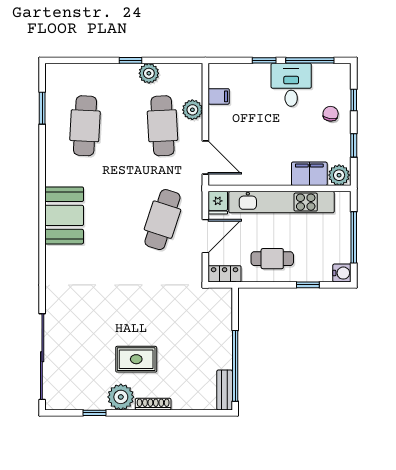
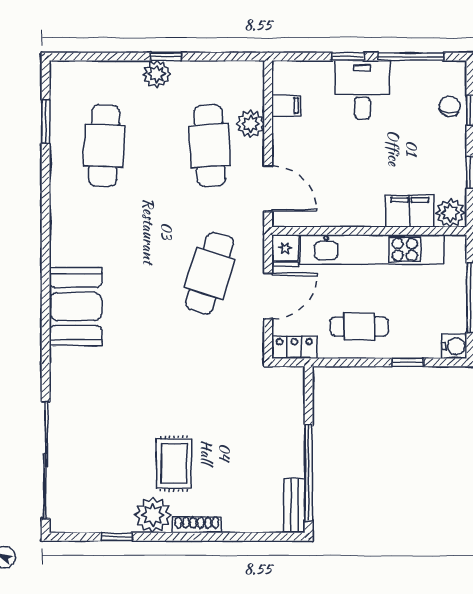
plant: (149, 73) -> (157, 74), moved
desk: (291, 85) -> (362, 90), moved
chair: (331, 114) -> (449, 106), moved
booth: (64, 215) -> (76, 307), moved
rug: (136, 359) -> (174, 464), turned 90

